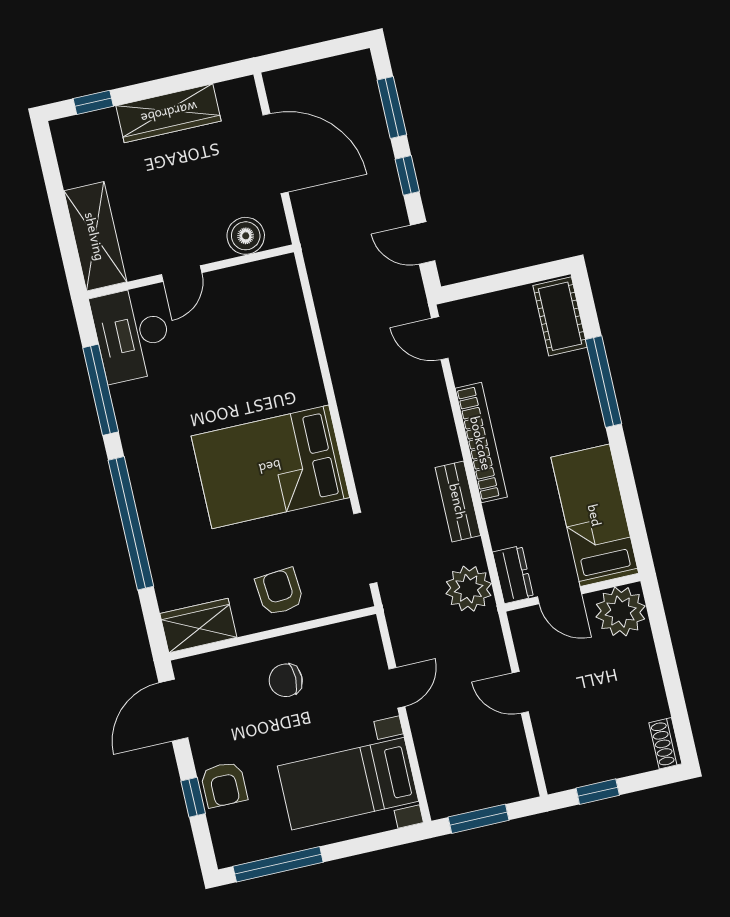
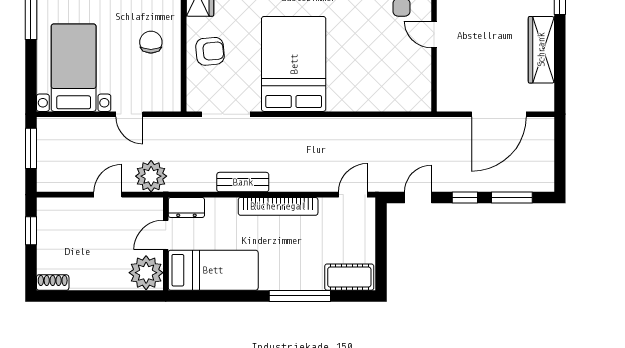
boiler: (246, 236) -> (449, 82), removed
plant: (469, 589) -> (151, 176), moved

